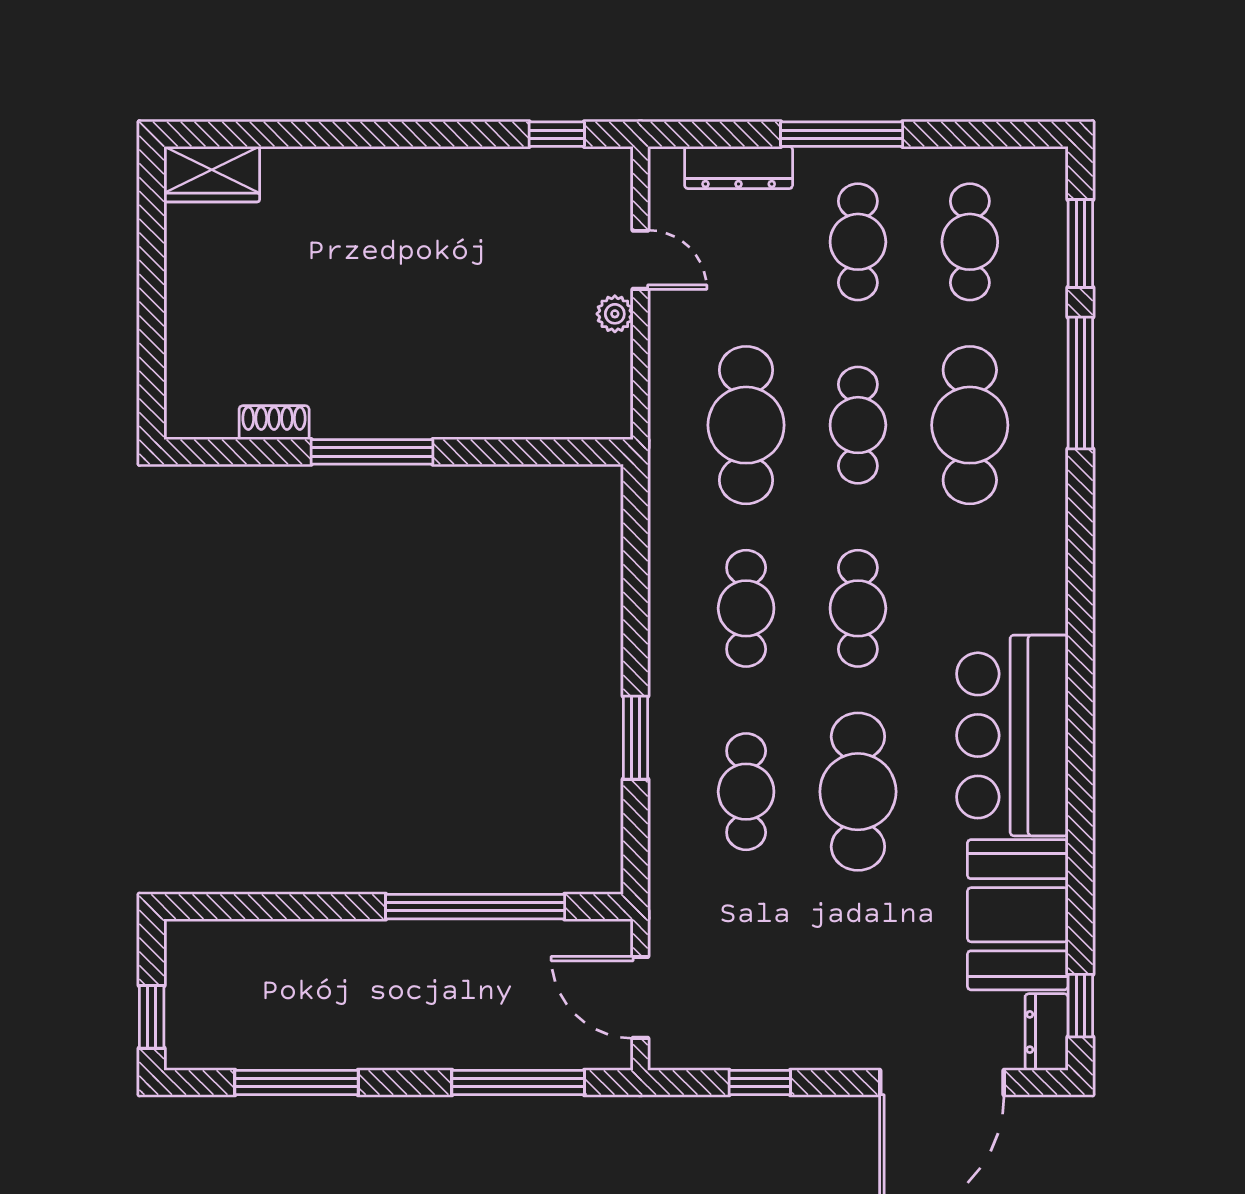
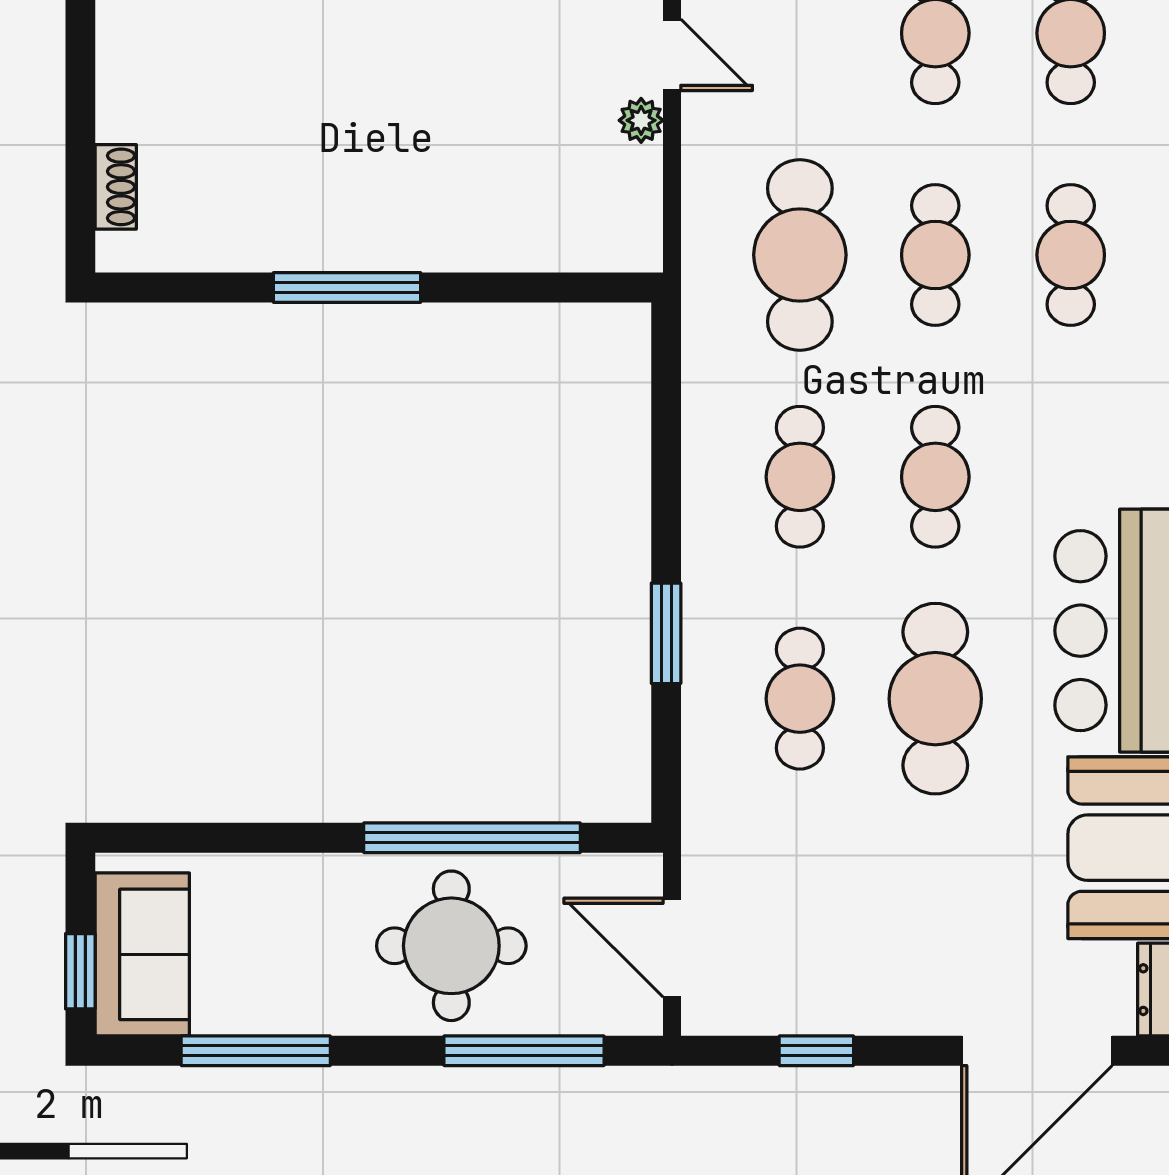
shoe rack: (274, 423) -> (116, 187), moved, turned 90
cafe table: (970, 425) -> (1071, 255), width x0.73, depth x0.74
round table: (458, 996) -> (451, 946), added
sofa: (203, 1003) -> (142, 954), added

